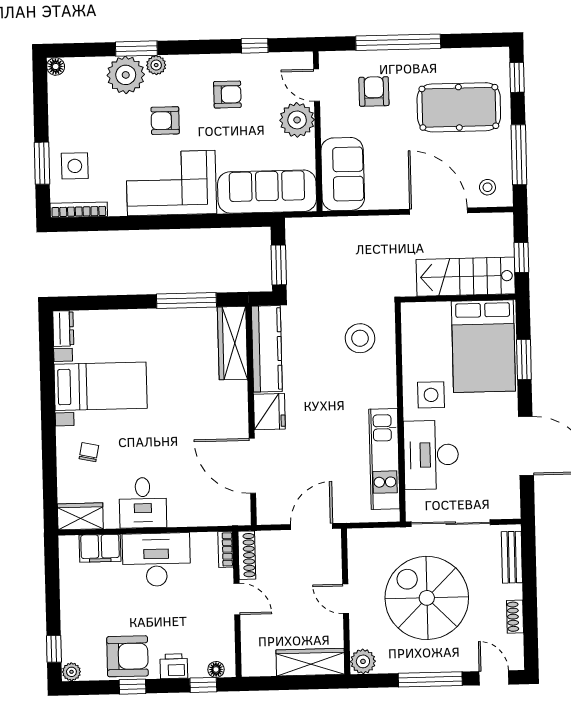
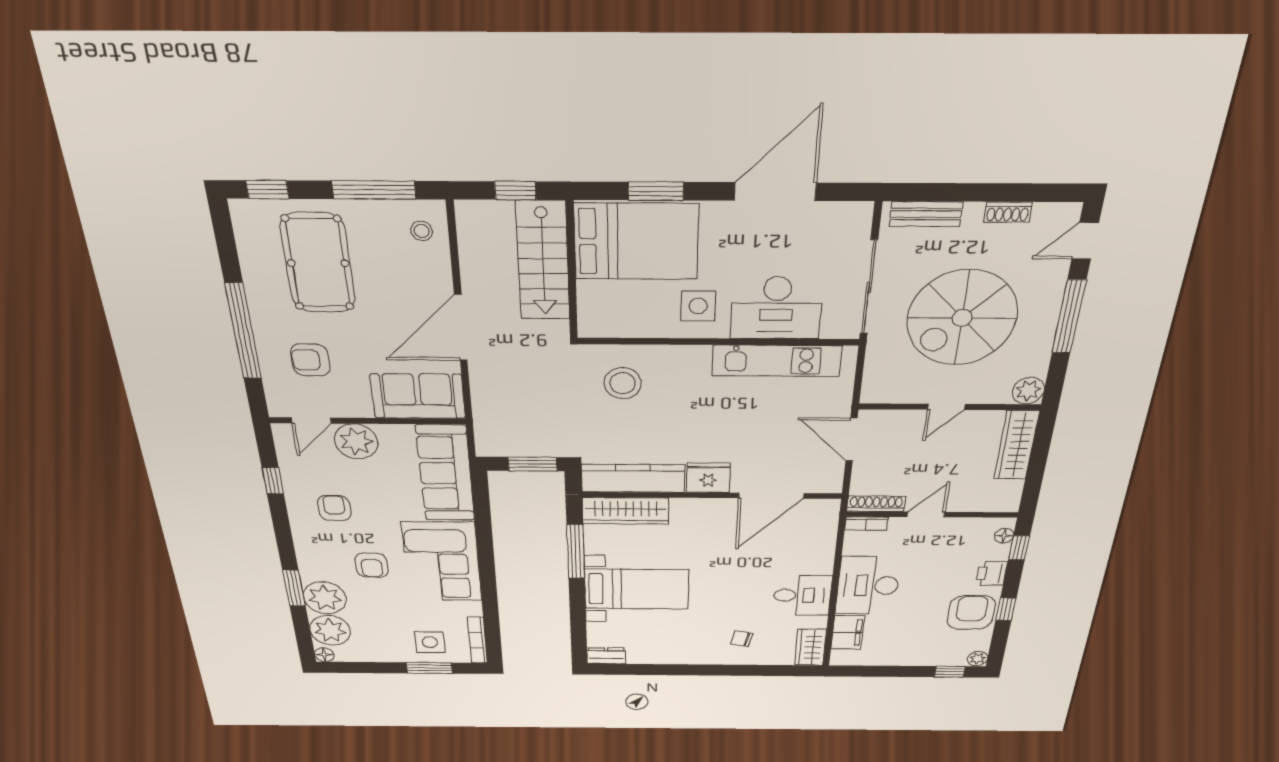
plant: (156, 65) -> (330, 630), moved, width x1.88, depth x1.88
door: (438, 211) -> (461, 328), moved
bed with nightstands: (101, 386) -> (637, 589), moved, turned 90

